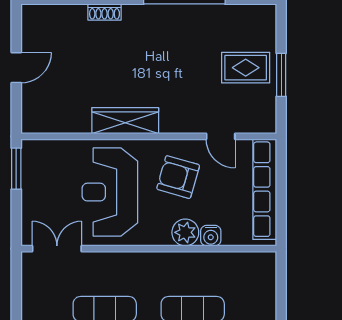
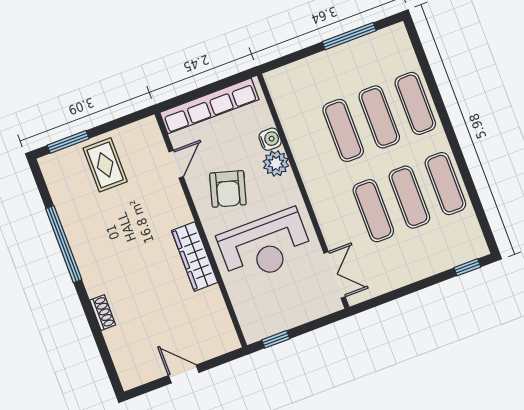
window: (281, 75) -> (68, 142), moved
window: (16, 169) -> (276, 339), width x0.67
double door: (57, 249) -> (335, 275), swing flipped

